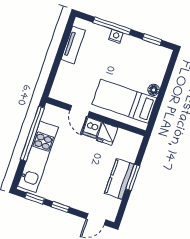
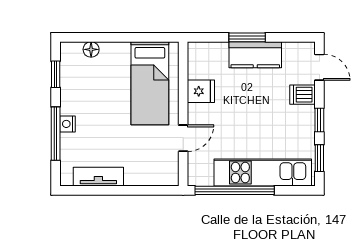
floor lamp: (154, 90) -> (91, 49), moved
dishwasher: (92, 128) -> (302, 95), moved, turned 180

